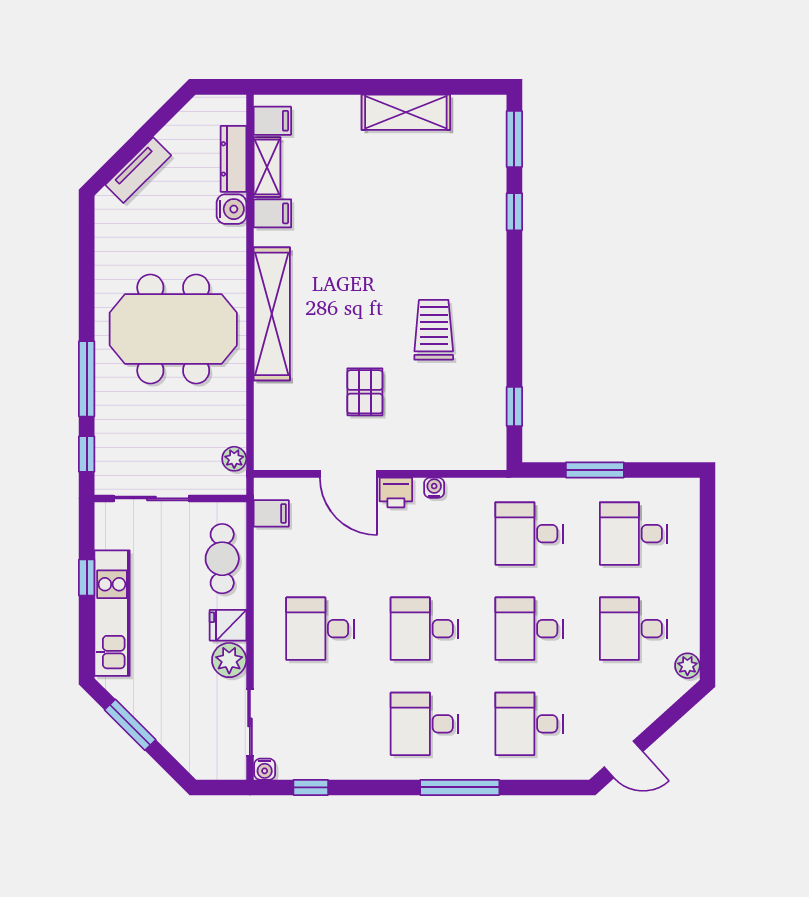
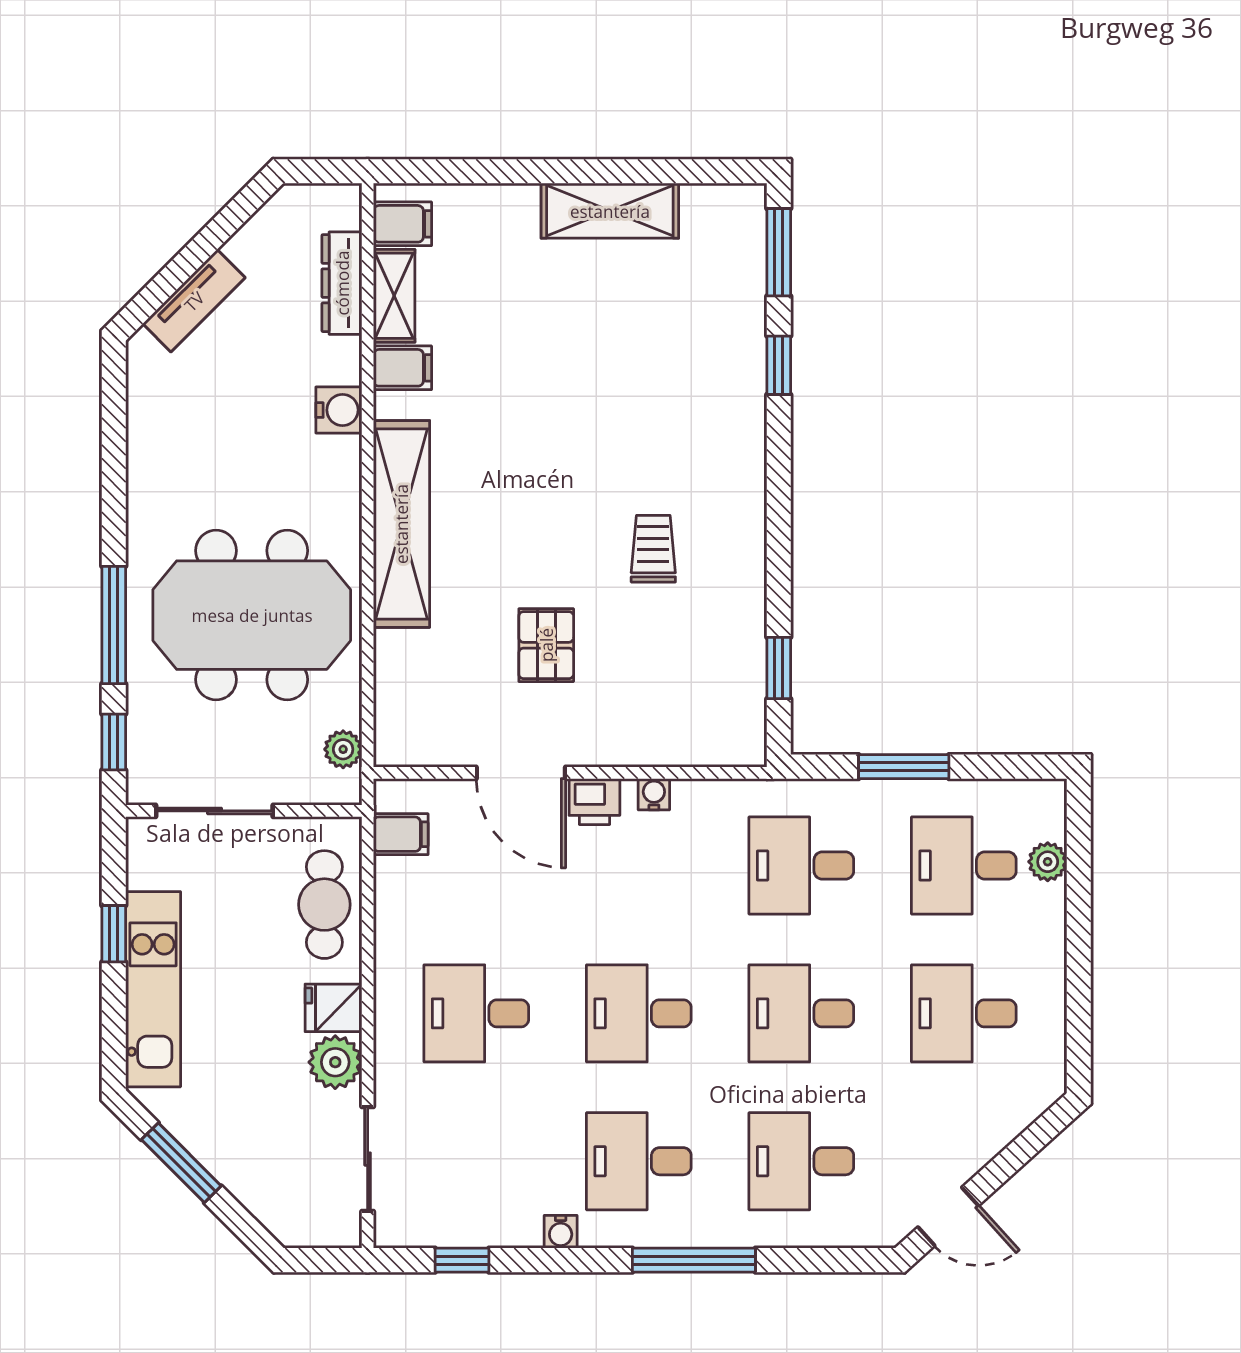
water cooler: (231, 209) -> (339, 410), moved
meeting table: (173, 329) -> (252, 615), moved
trolley: (434, 330) -> (653, 549), width x0.73, depth x0.72
plant: (687, 666) -> (1048, 862), moved
water cooler: (265, 769) -> (561, 1232), moved

